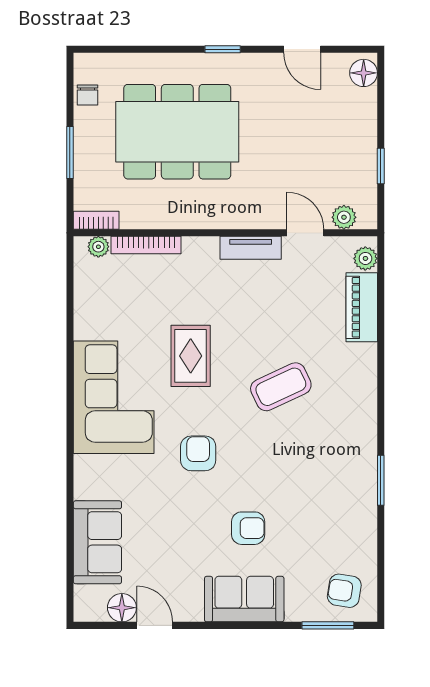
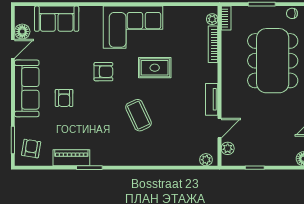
piano: (362, 307) -> (71, 158), moved
sofa: (244, 599) -> (27, 88), width x1.36

